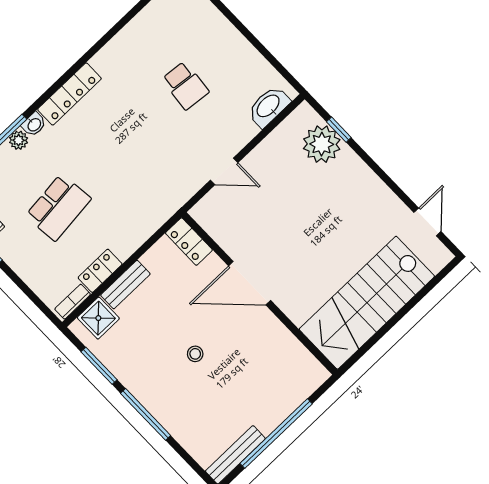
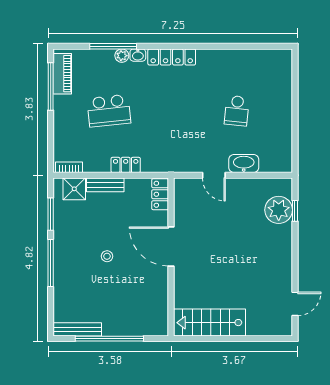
washbasin: (269, 106) -> (244, 163), moved
locker: (100, 271) -> (126, 165), moved
stairs: (367, 303) -> (210, 323), width x0.73, depth x0.66

